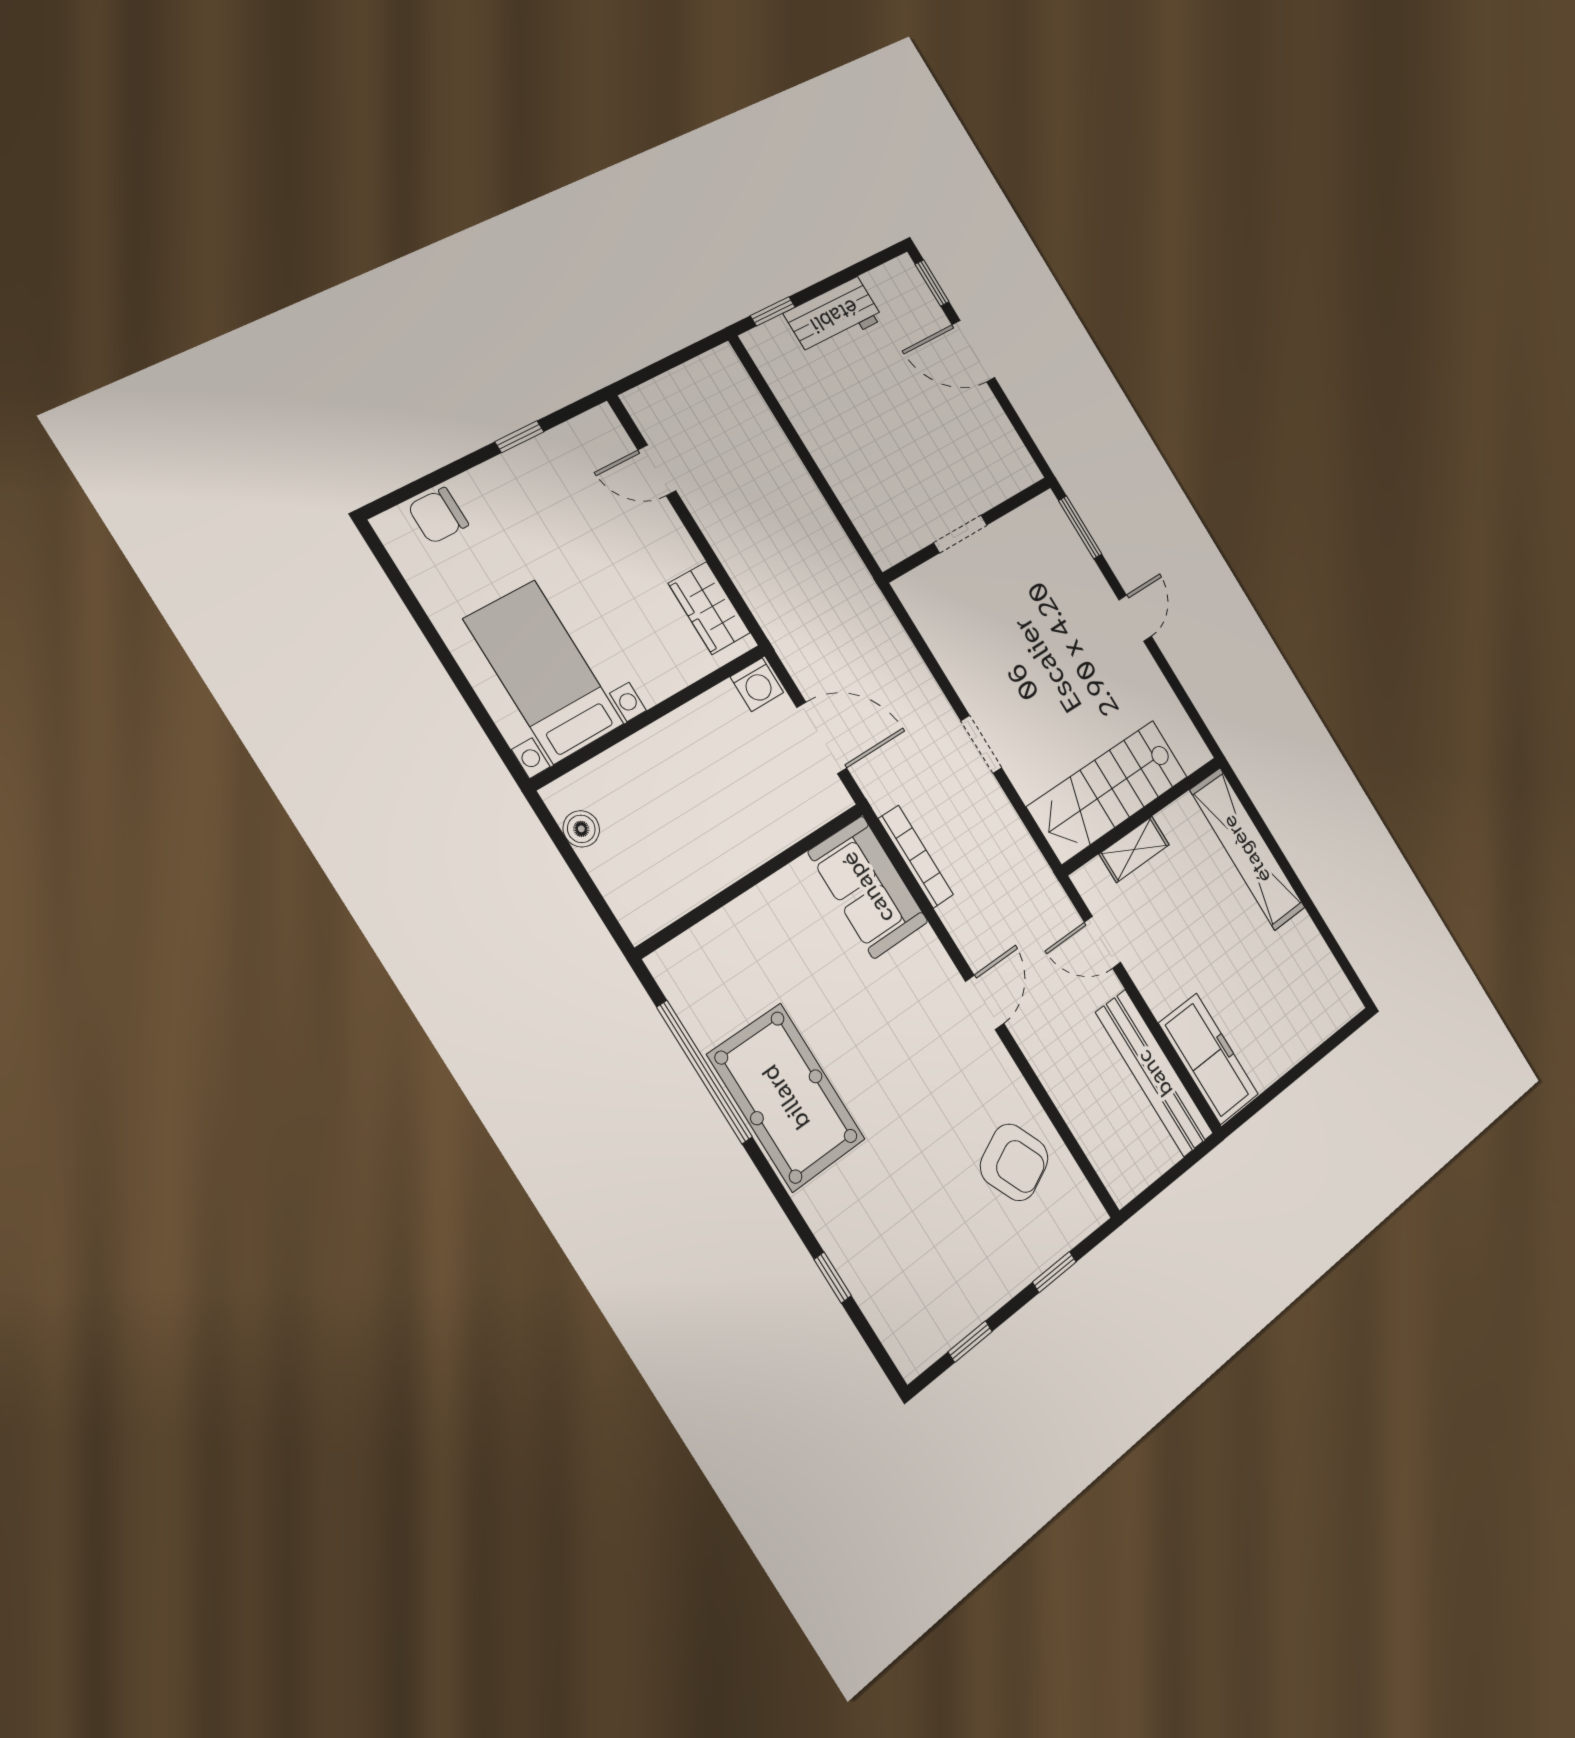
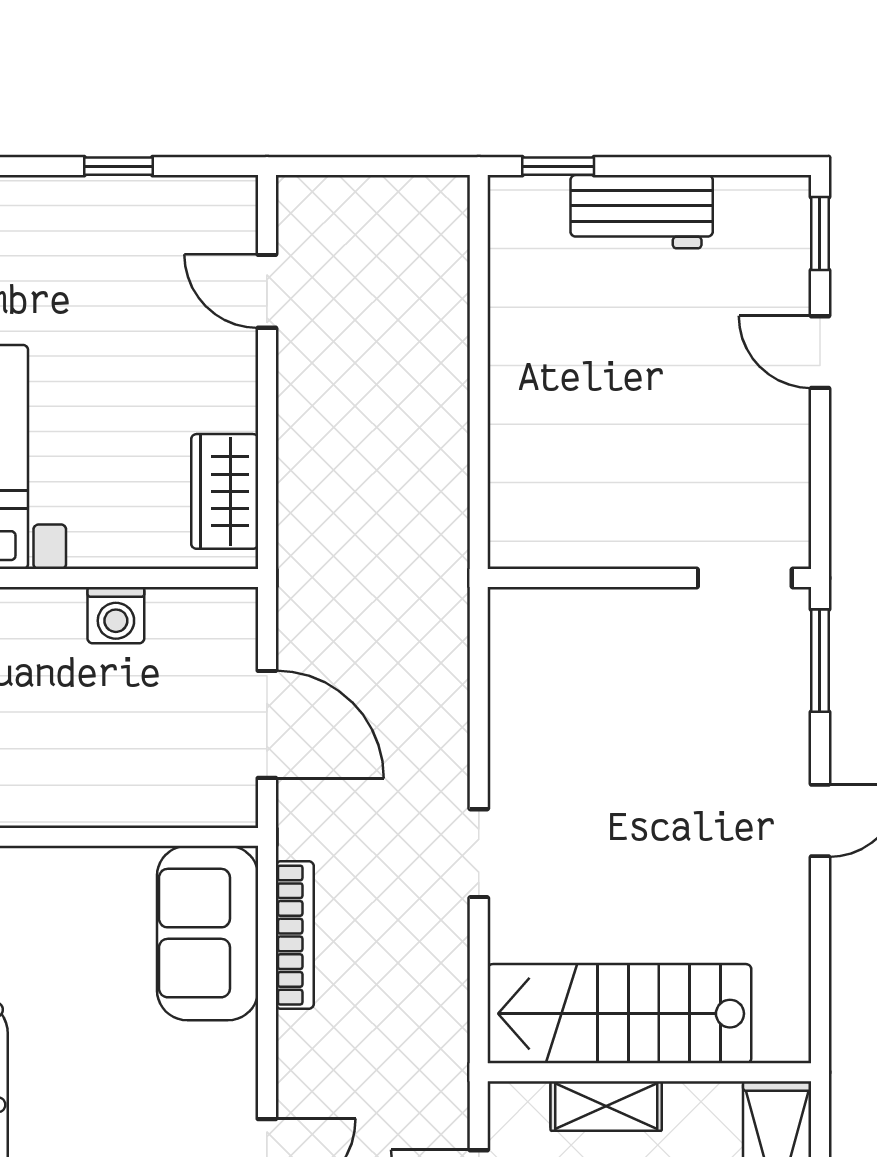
door: (973, 351) -> (820, 352), width x0.73
doorway: (960, 534) -> (745, 578), moved
washing machine: (757, 685) -> (116, 615), moved

